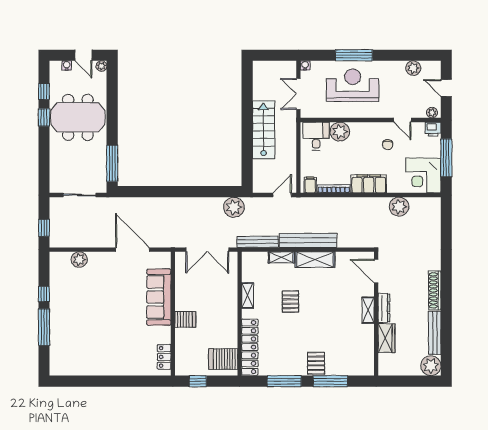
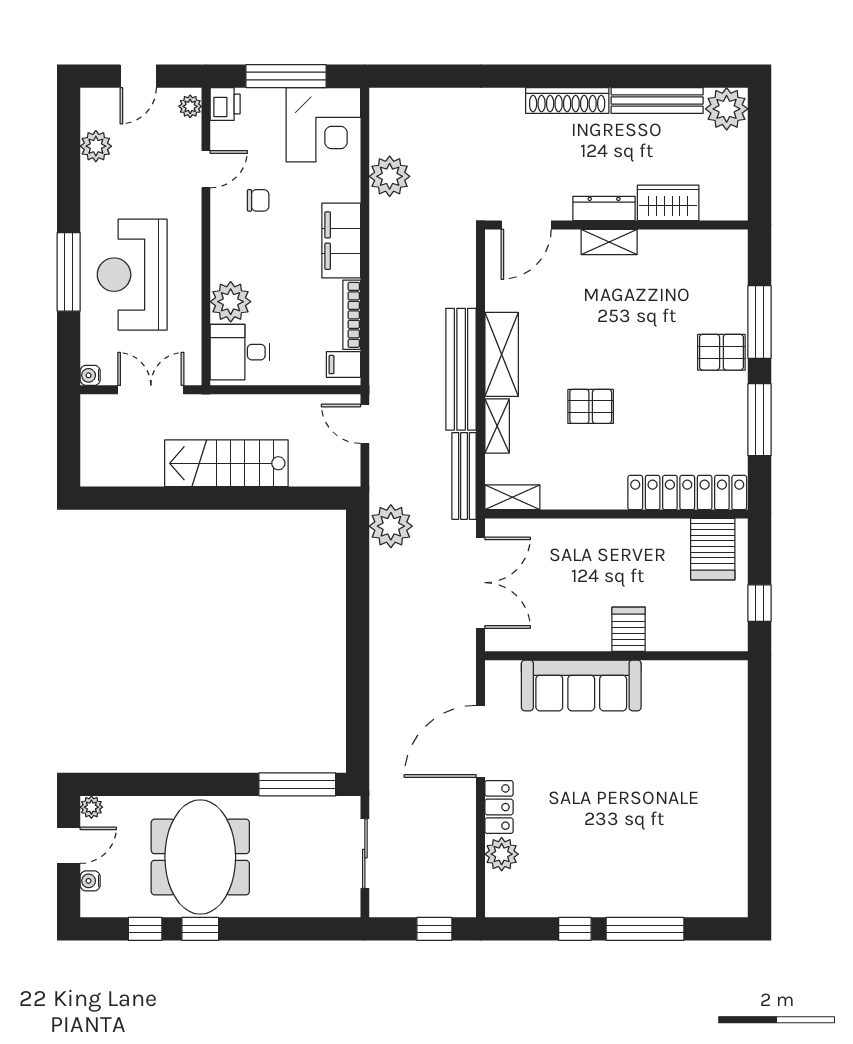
double door: (298, 94) -> (151, 390), swing flipped
shelving: (248, 296) -> (512, 497), moved
locker: (164, 357) -> (499, 807), moved, turned -90

